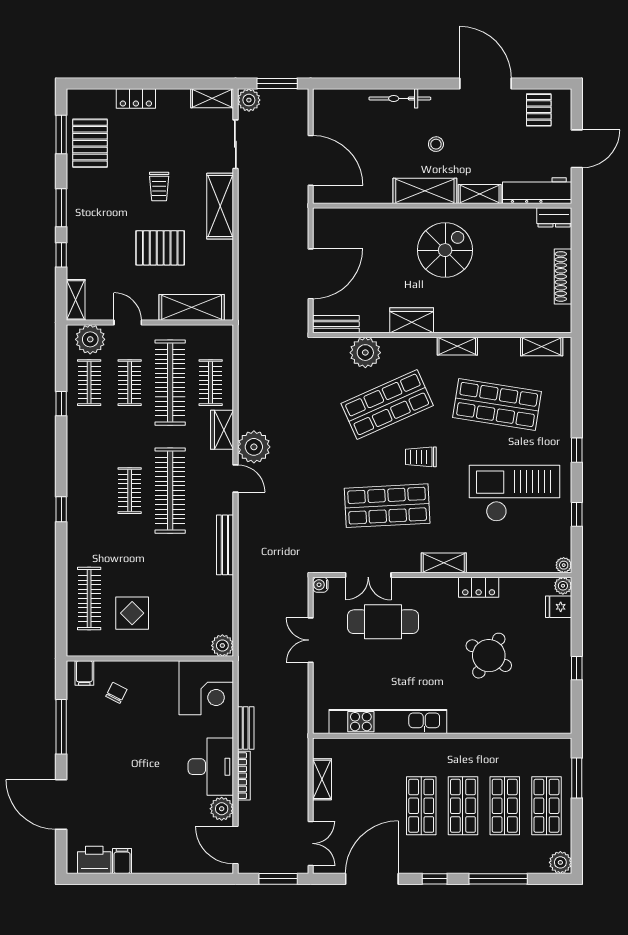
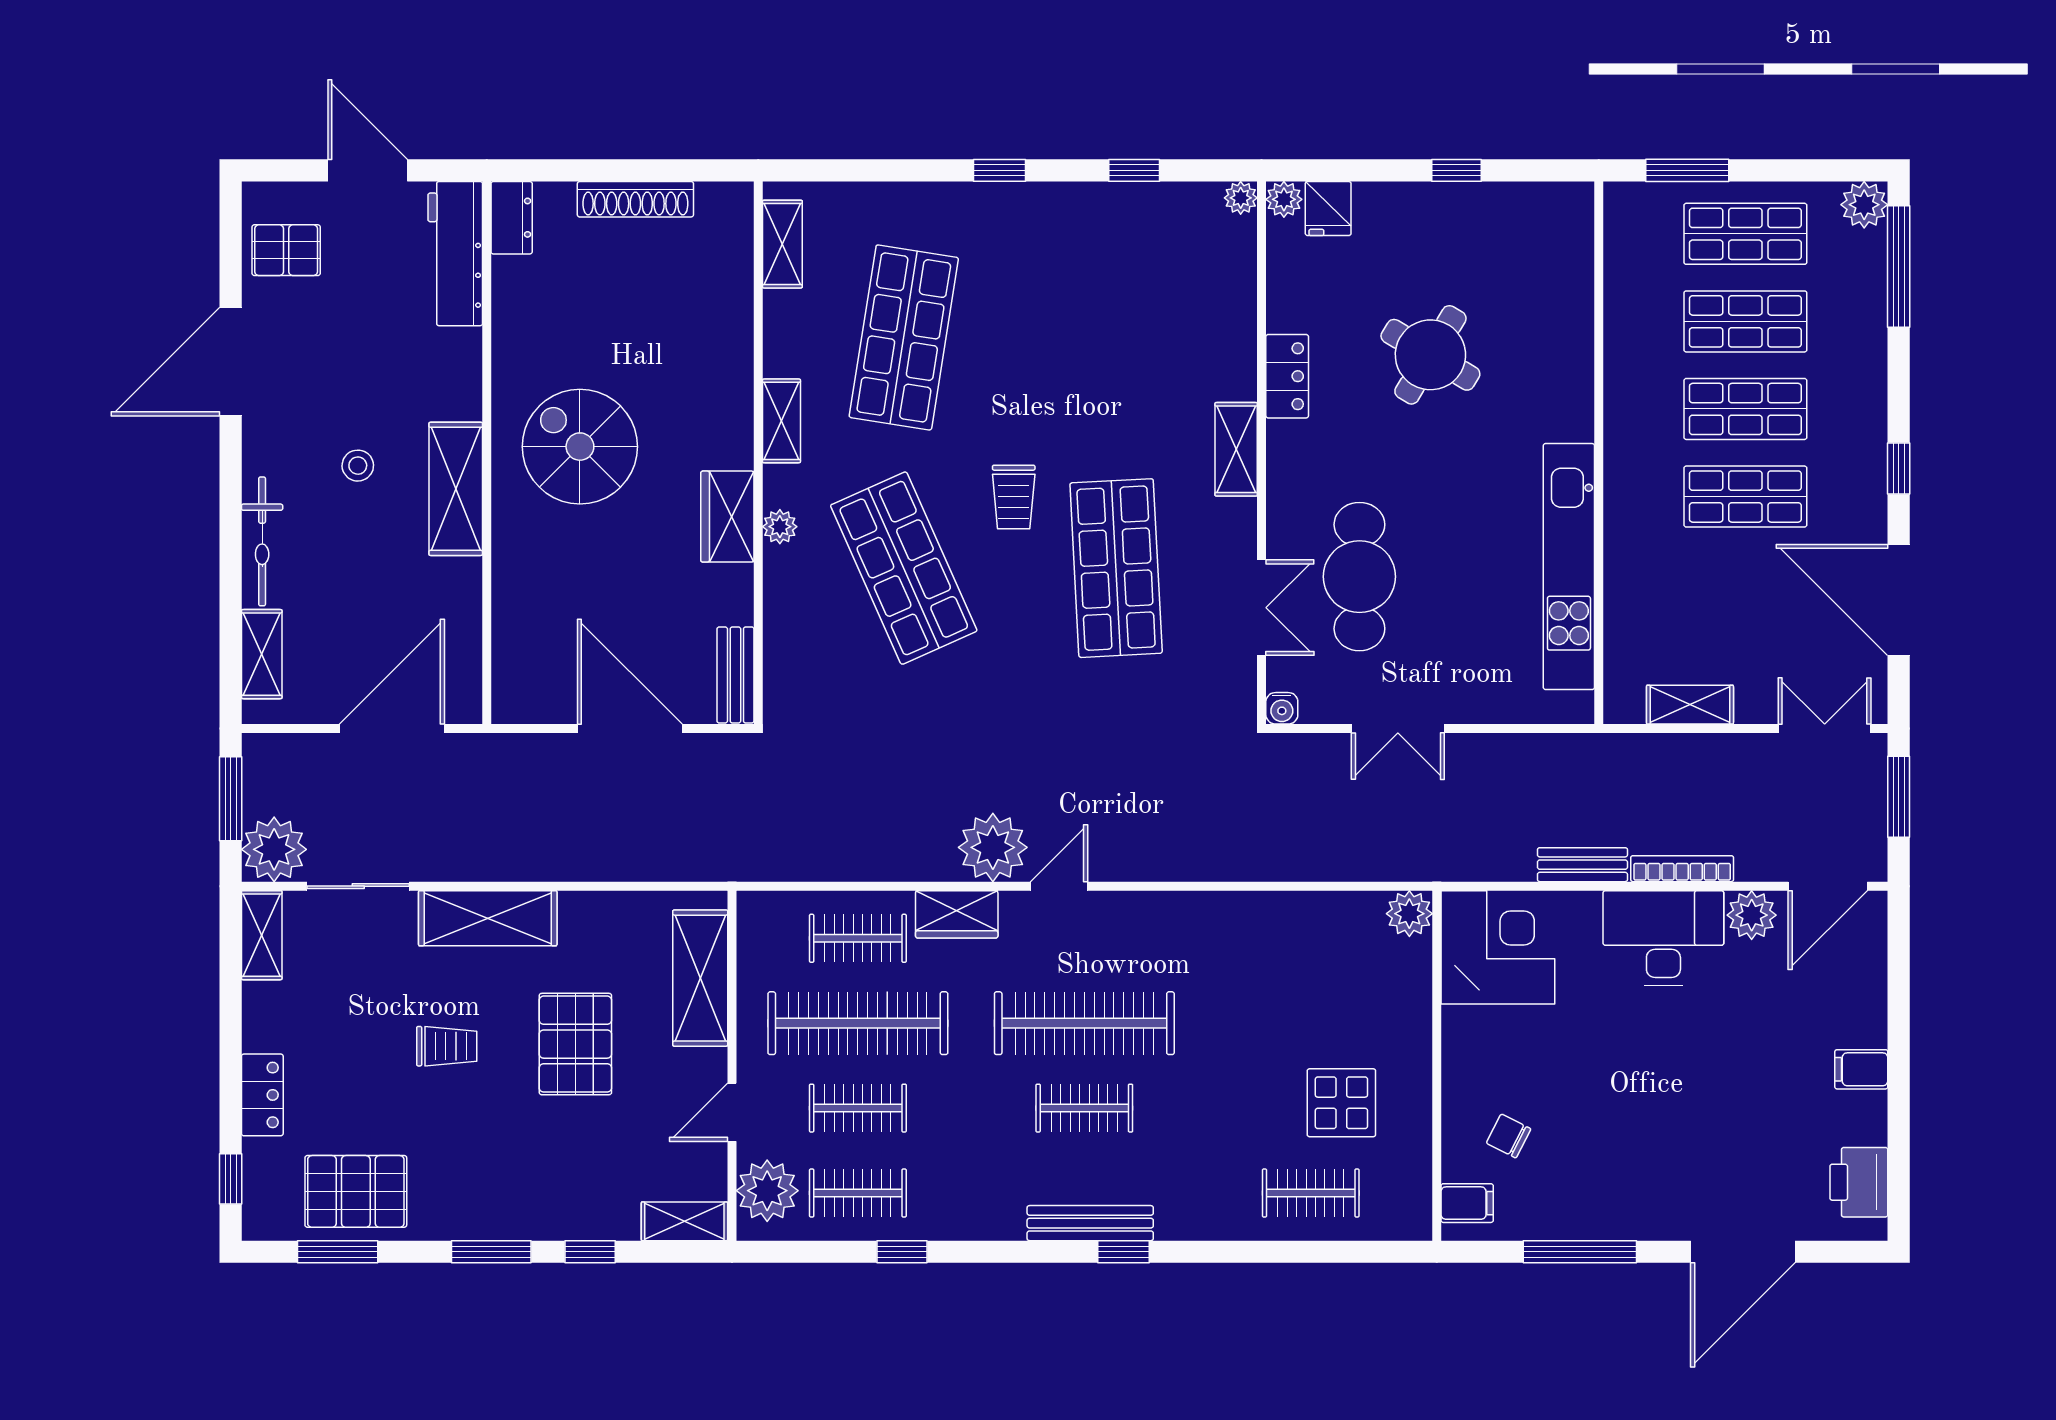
window: (96, 83) -> (231, 1179), added
plant: (249, 100) -> (274, 849), width x1.36, depth x1.36
shelving: (480, 194) -> (262, 654), moved
plant: (365, 353) -> (780, 527), moved, width x0.53, depth x0.53
checkout: (514, 493) -> (1090, 301), removed
bench: (225, 545) -> (1090, 1223), moved
clothes rail: (89, 599) -> (1311, 1193), width x0.73
filing cabinet: (122, 861) -> (1861, 1069), moved
window: (498, 879) -> (1899, 267), moved

